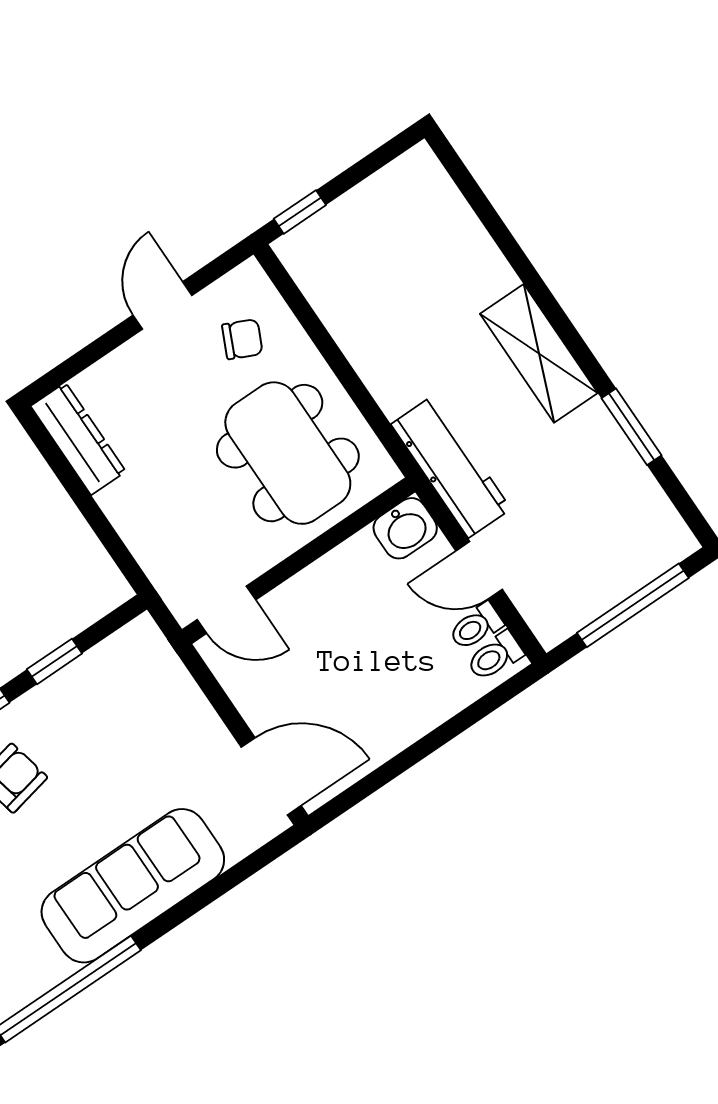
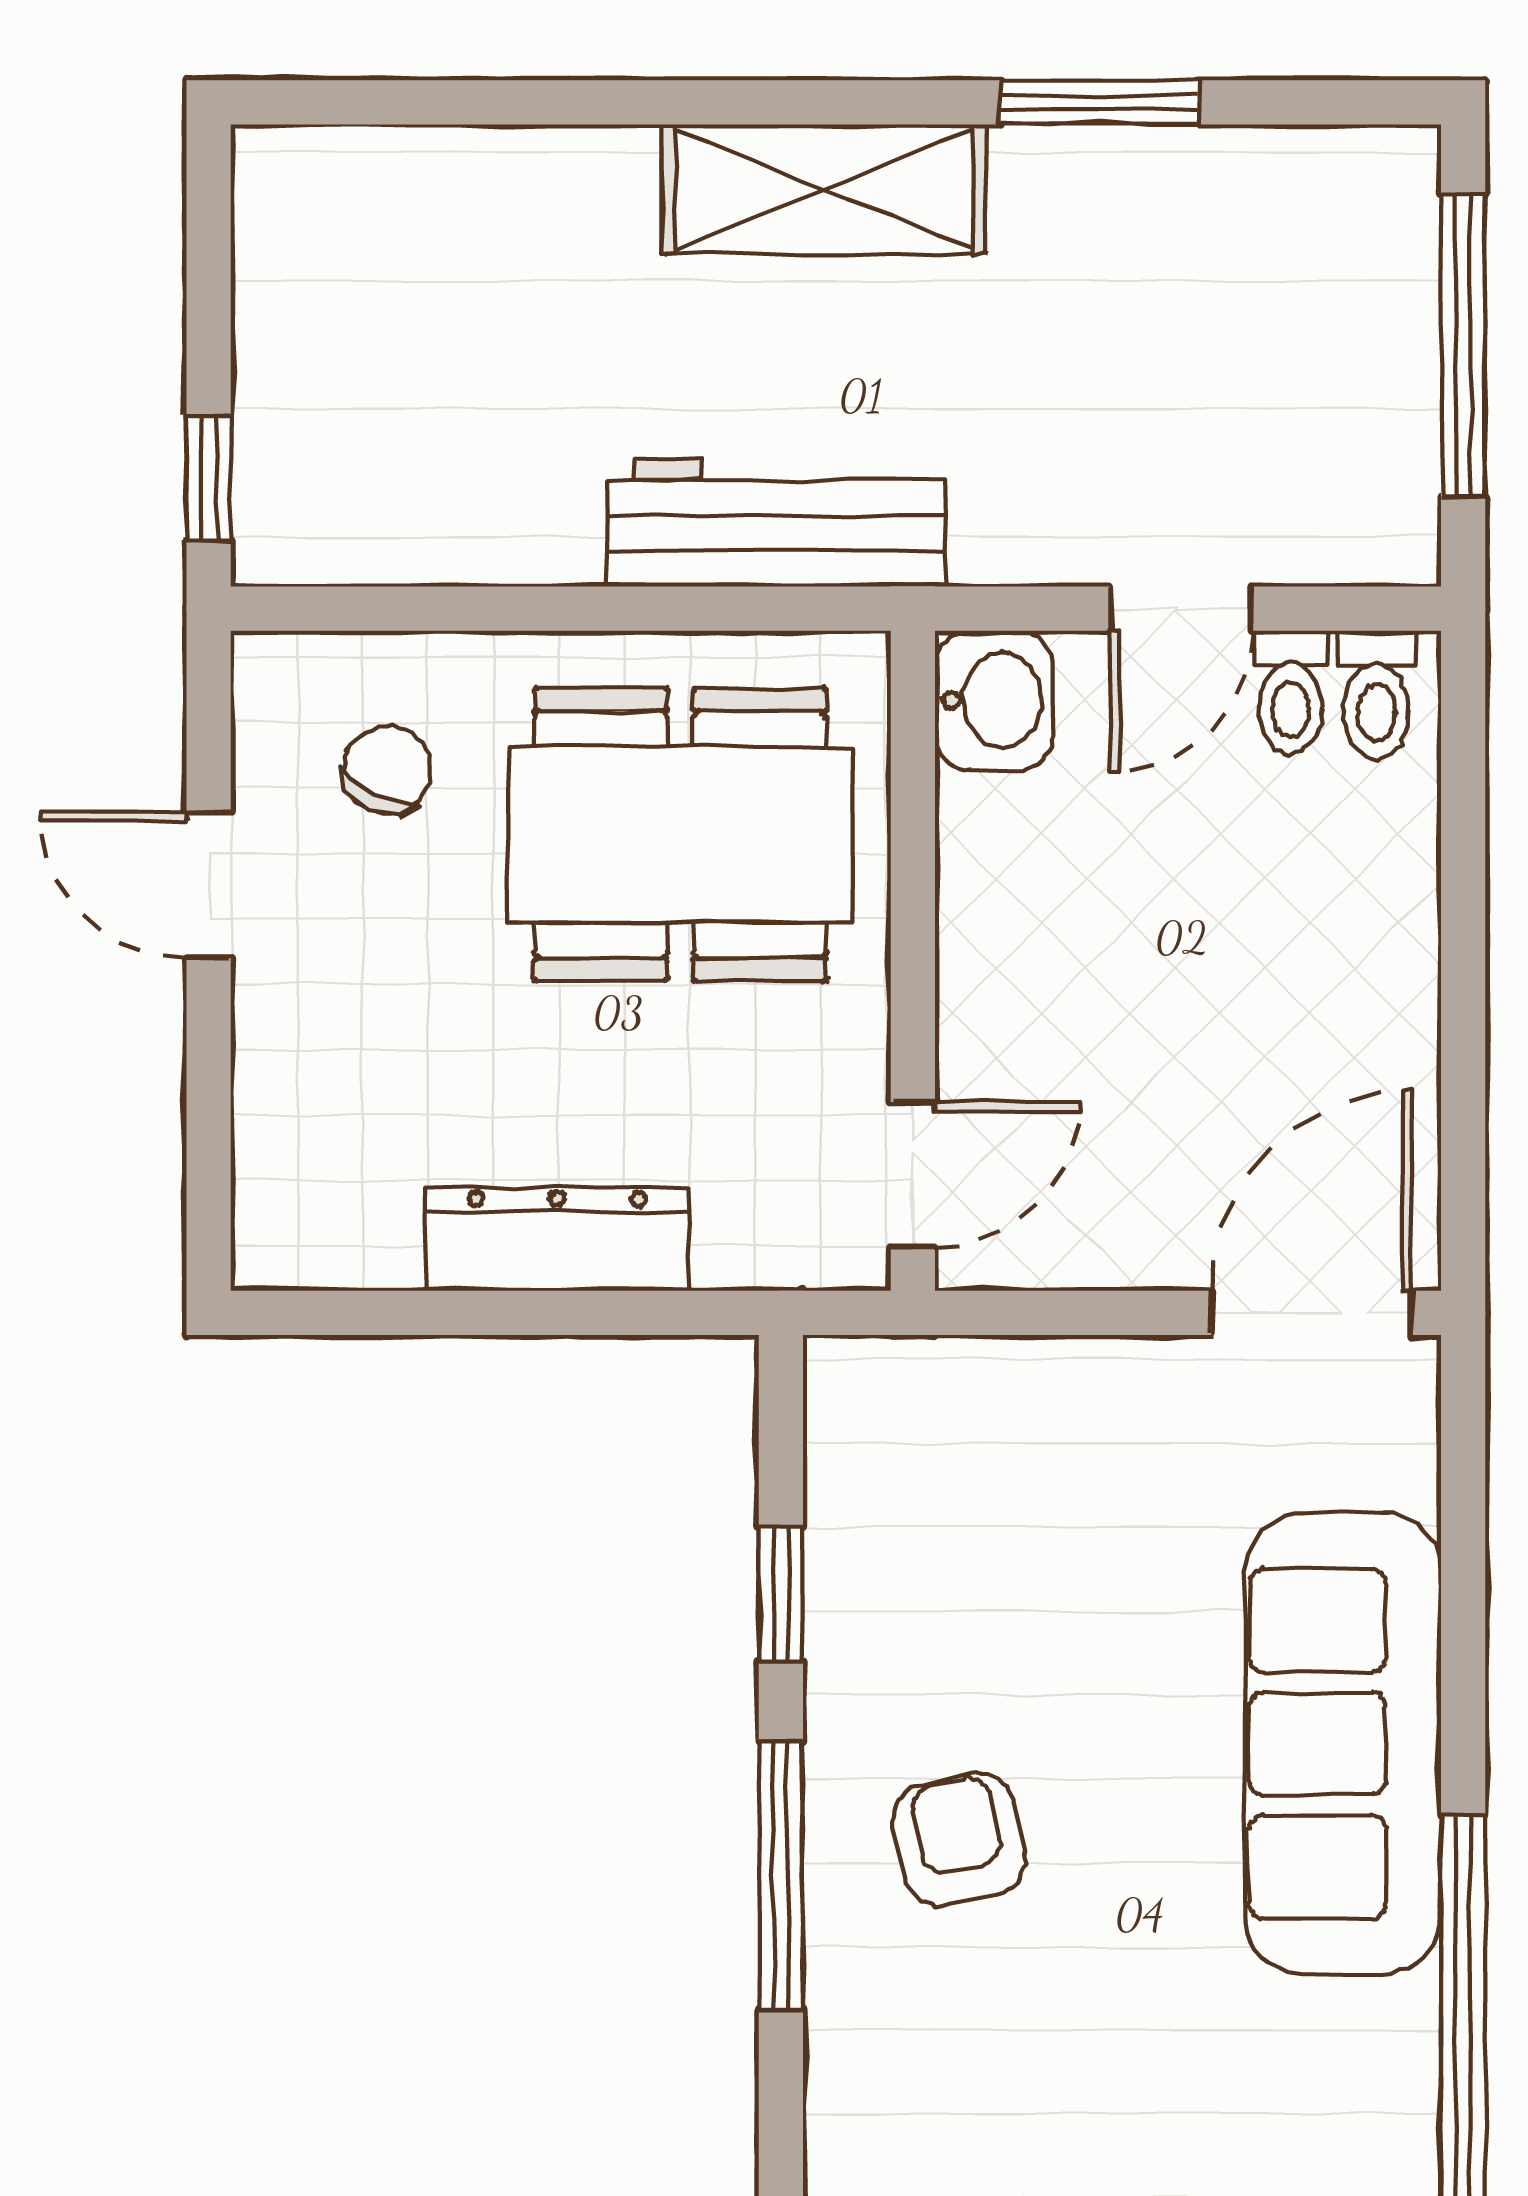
dresser: (78, 439) -> (557, 1239), moved
workbench: (451, 467) -> (776, 523), moved

